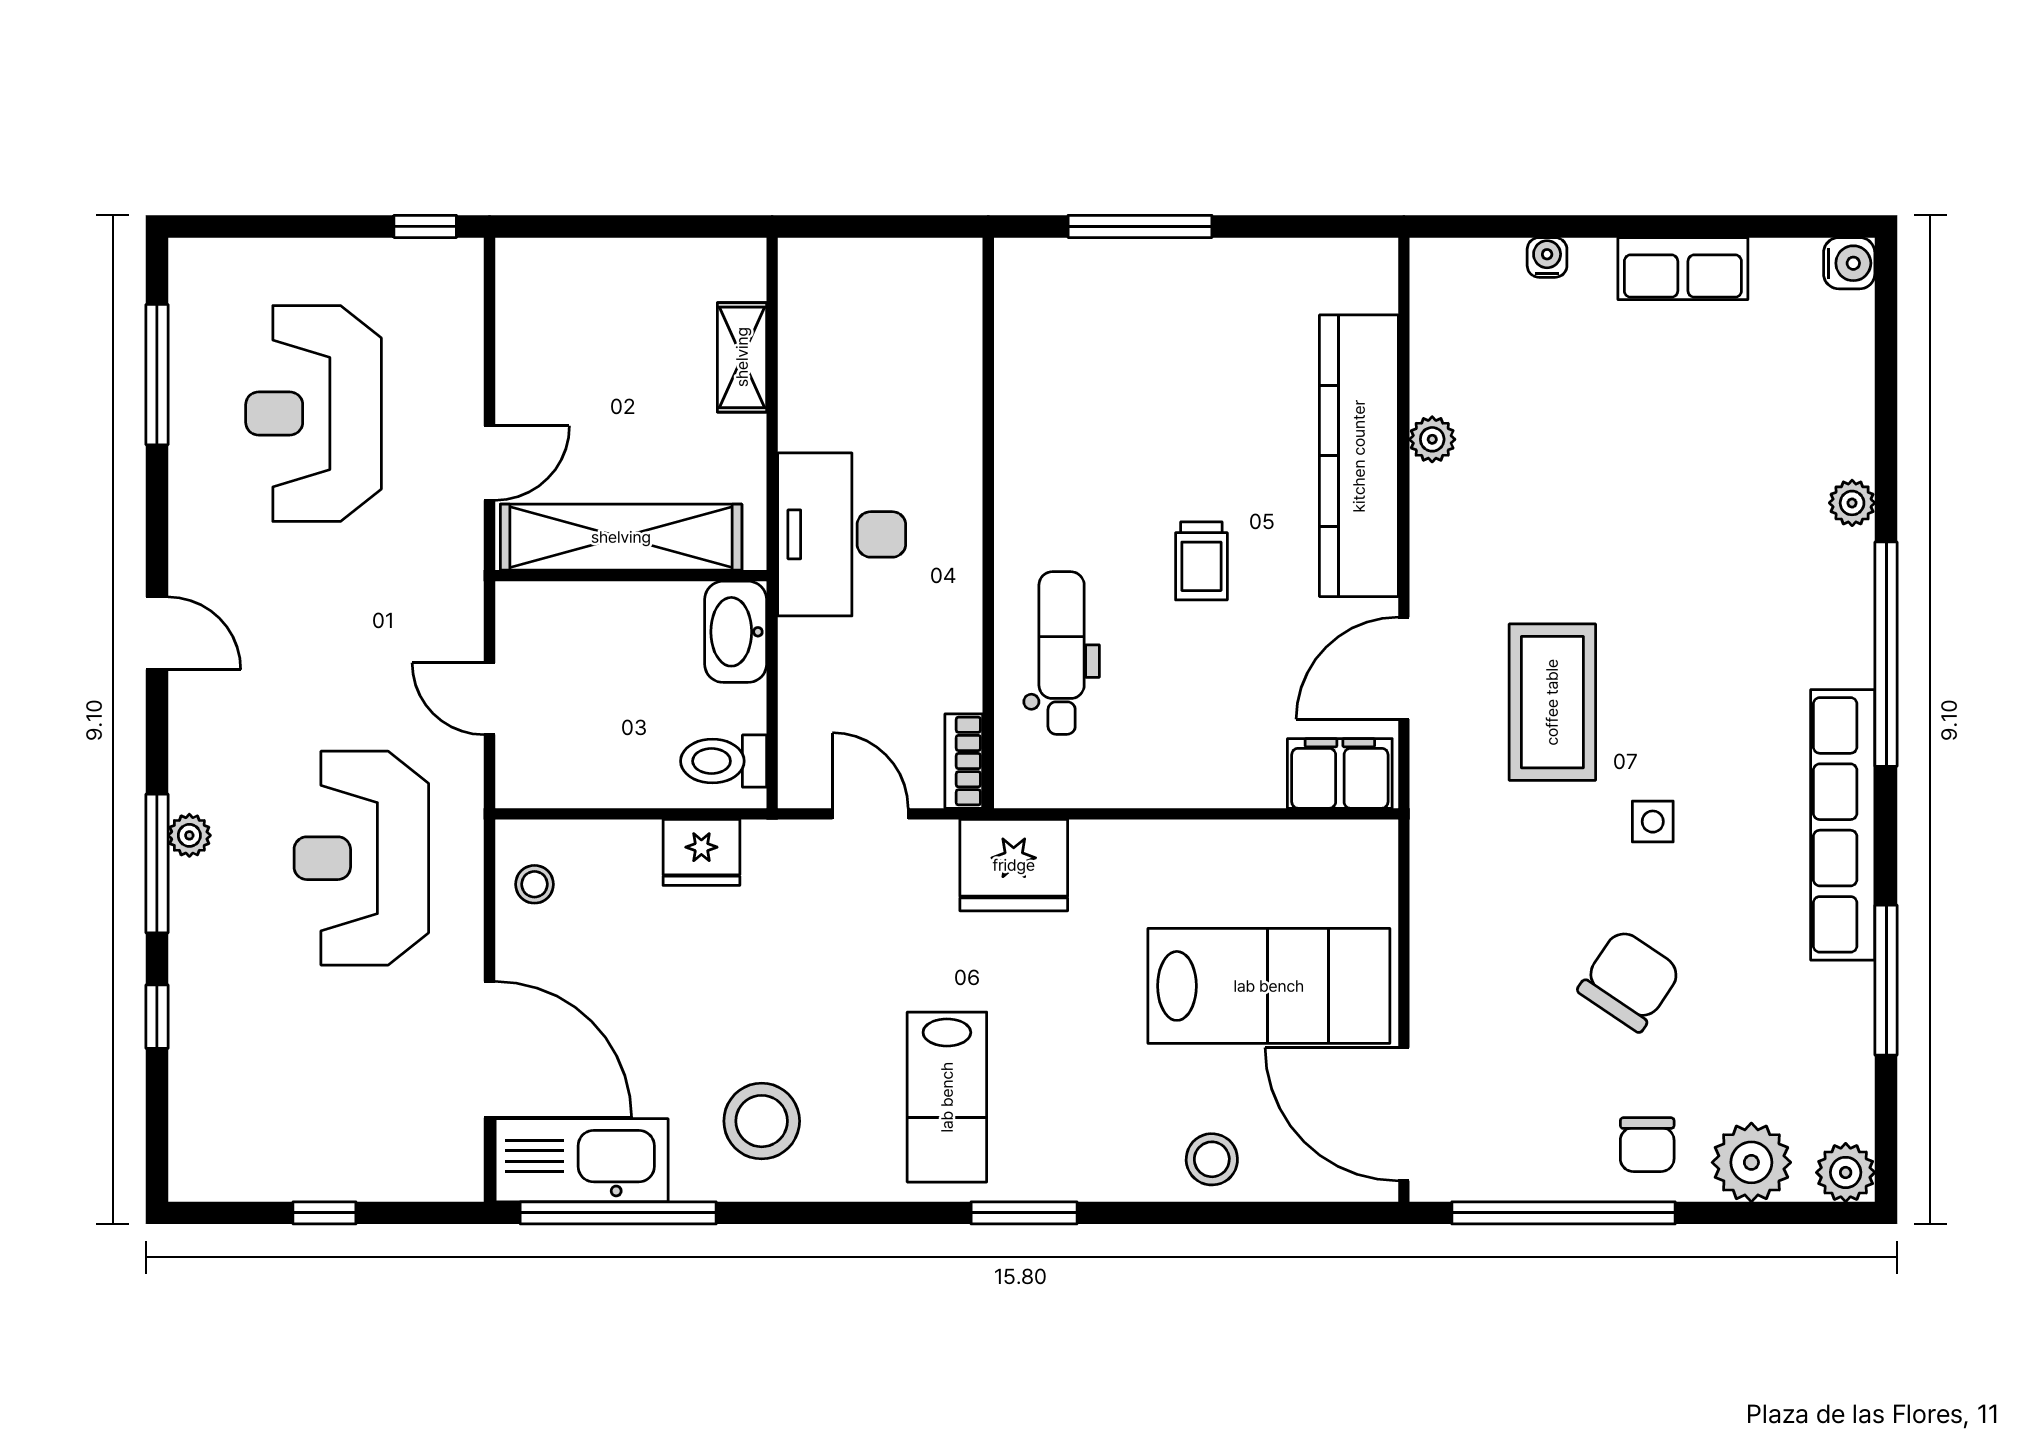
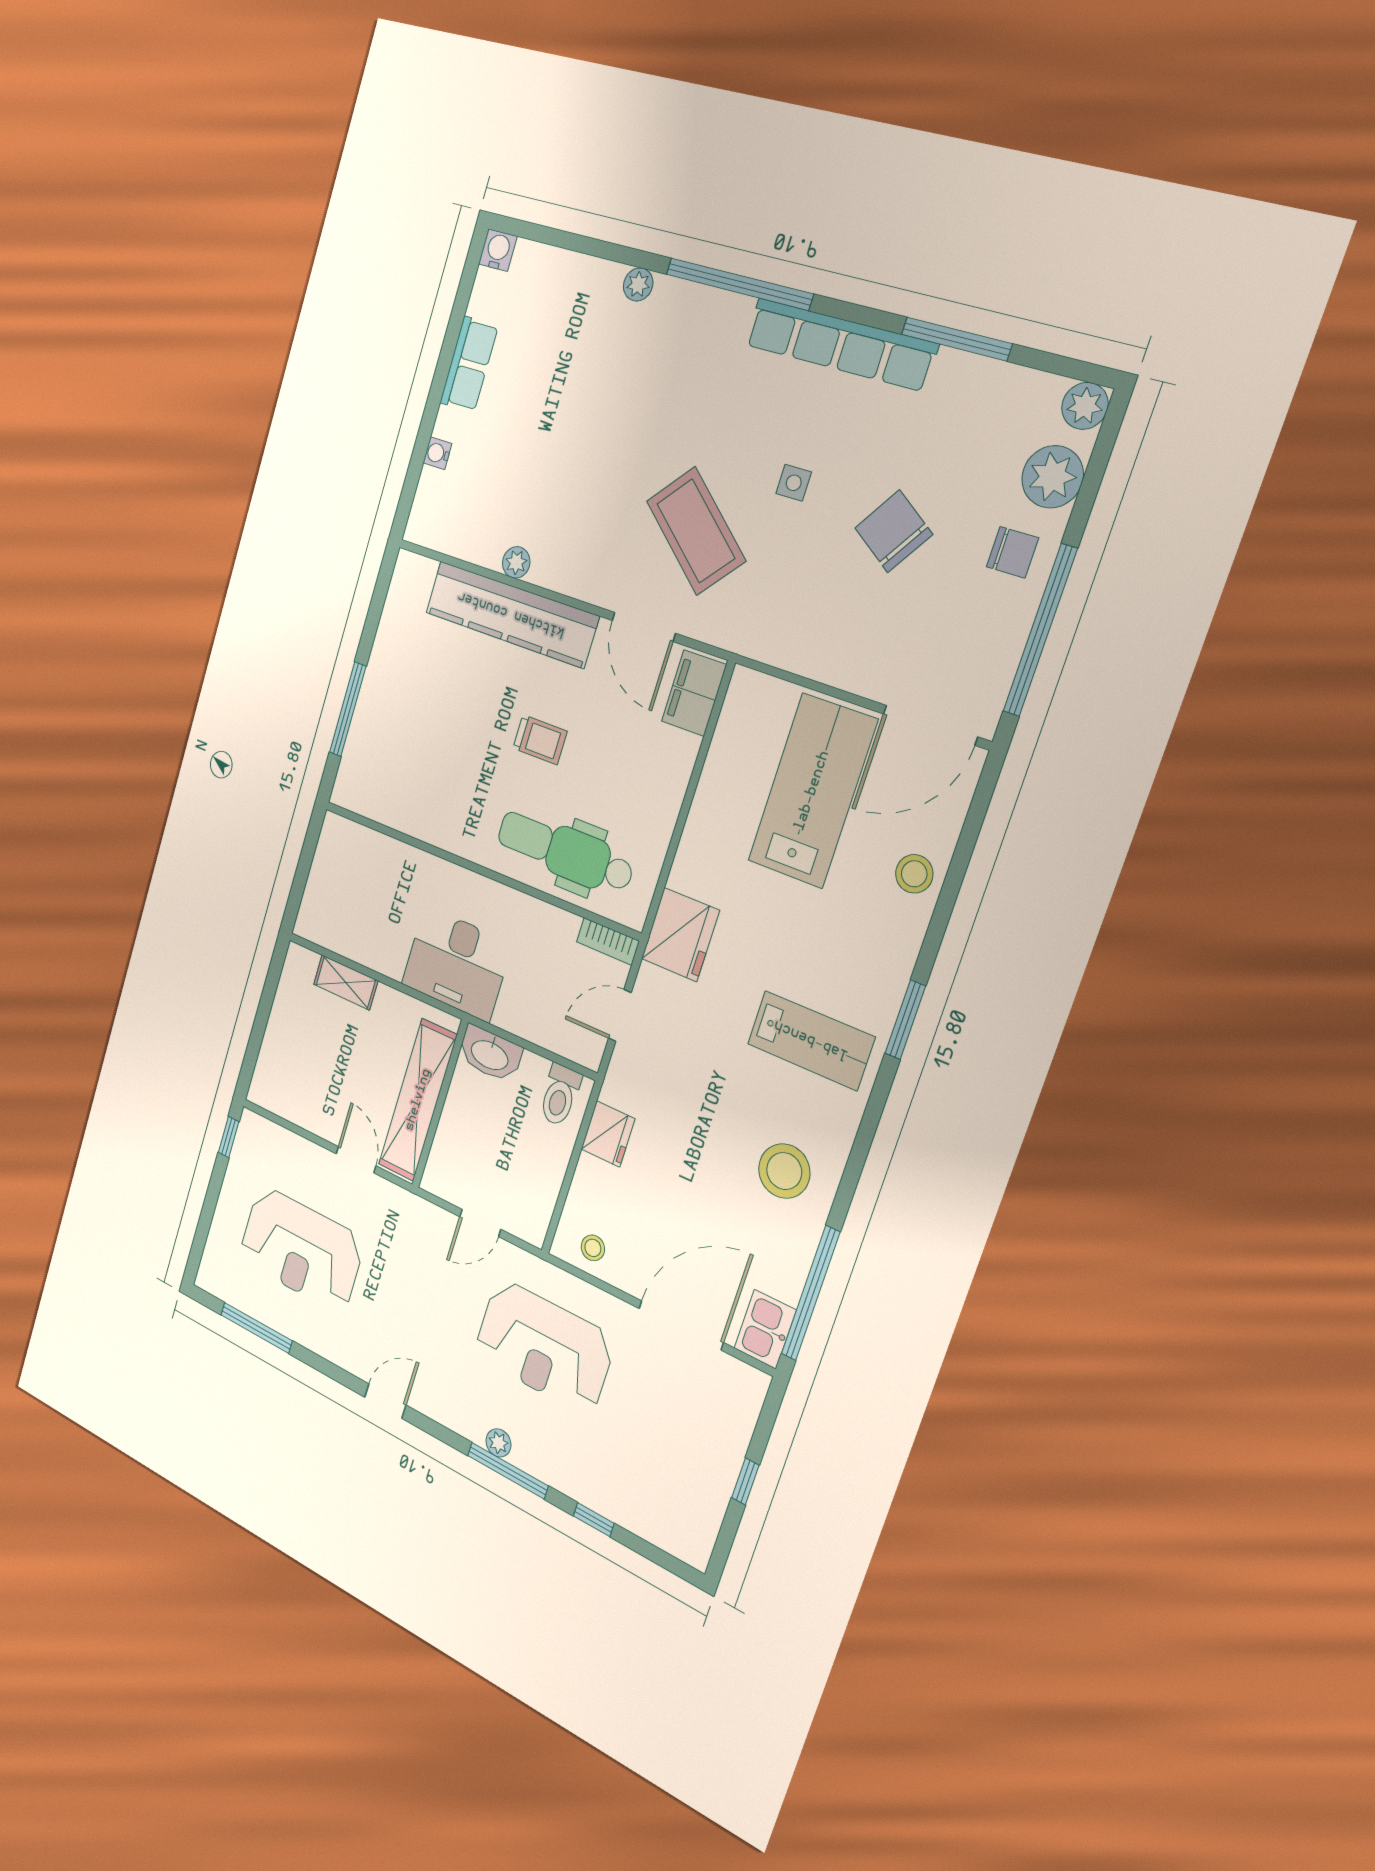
dental chair: (1062, 653) -> (565, 852), width x1.36, depth x1.38
coffee table: (1552, 702) -> (696, 531), turned 41
kitchen sink: (582, 1160) -> (765, 1329), width x0.53, depth x0.81

